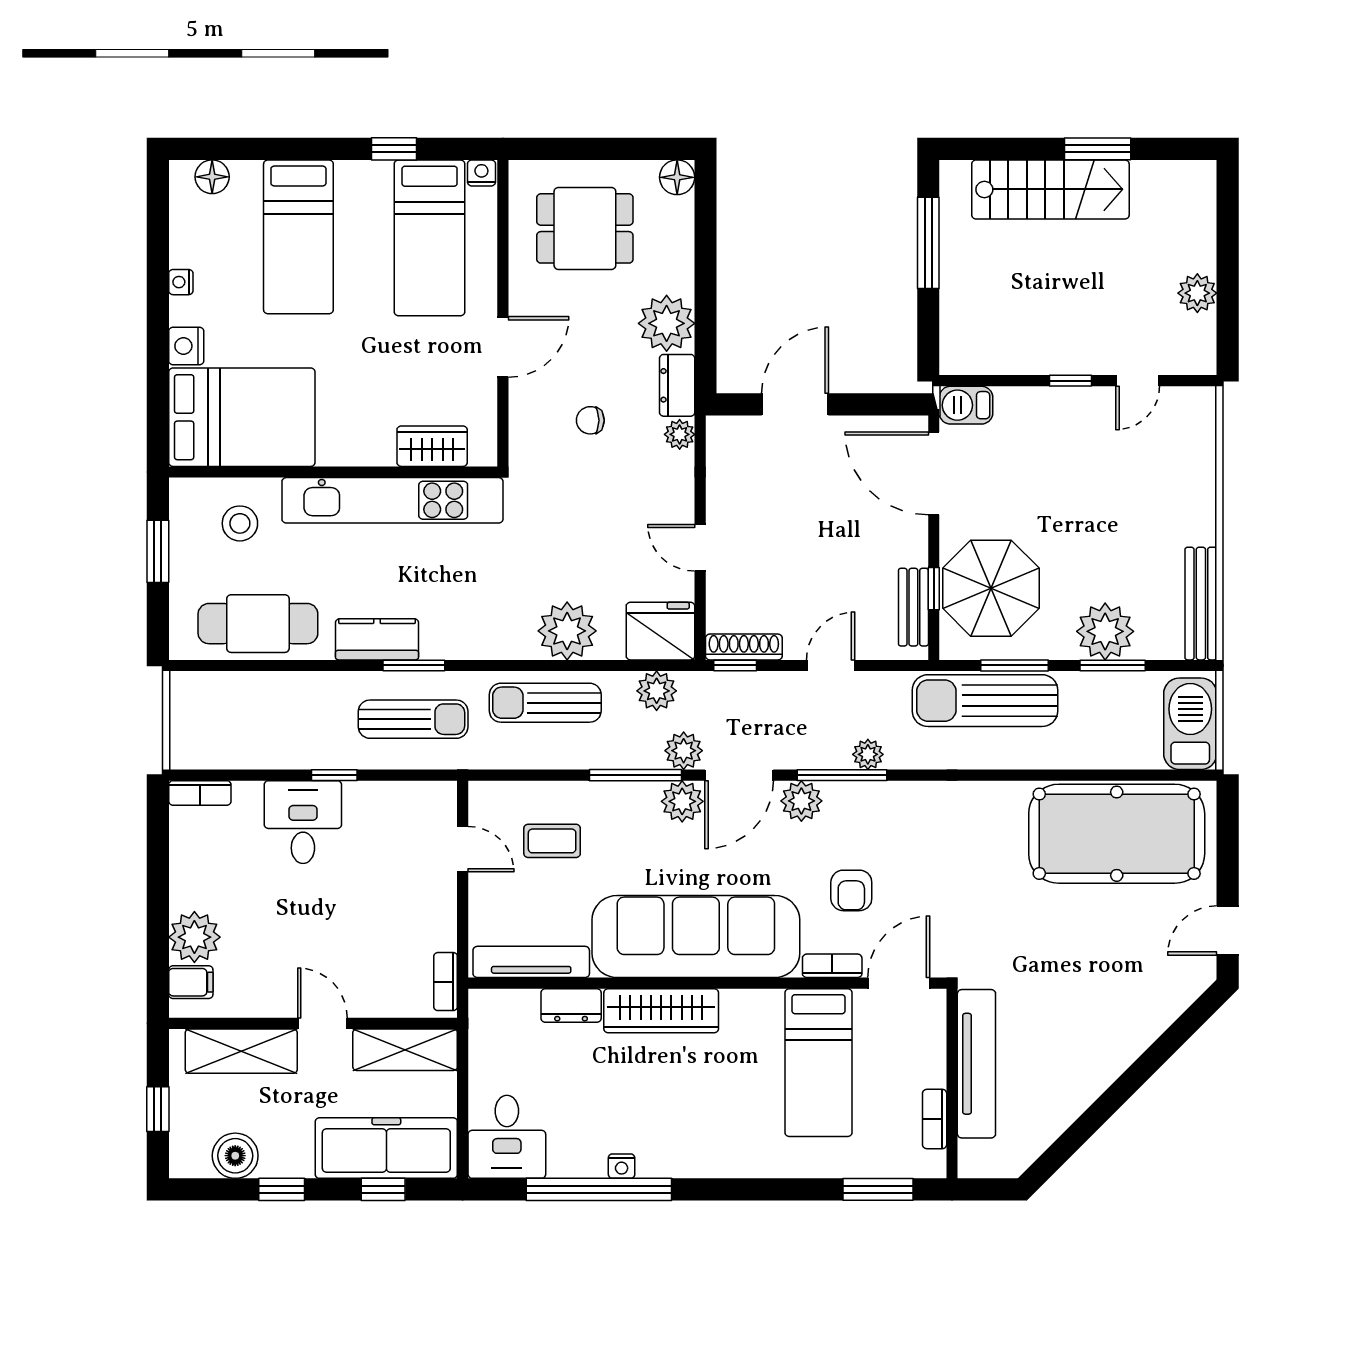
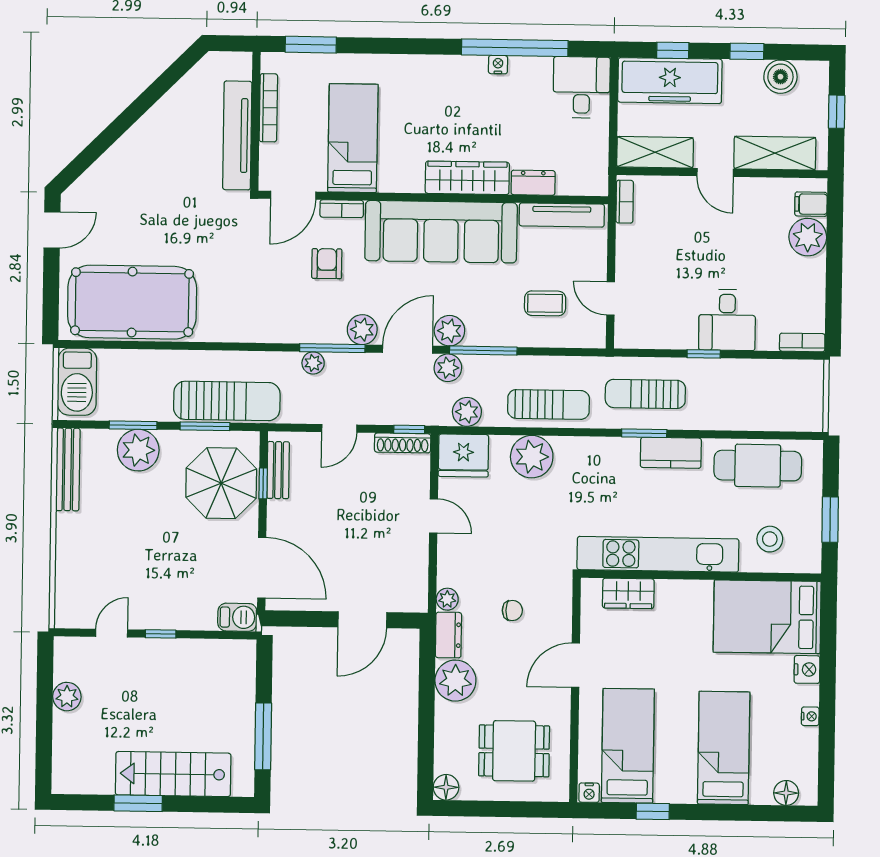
bookcase: (935, 1119) -> (268, 108), width x1.56

